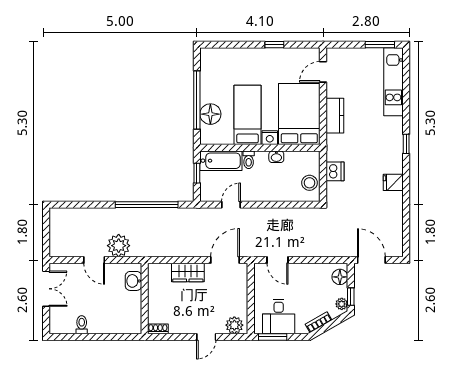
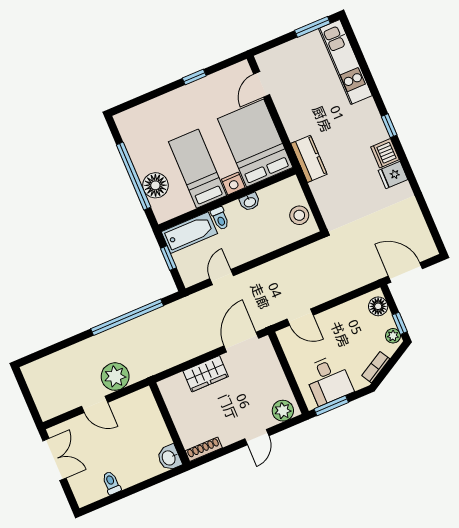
kitchen counter: (335, 116) -> (309, 159), moved
dishwasher: (335, 171) -> (385, 153), moved, turned 180
washbasin: (133, 281) -> (169, 458), moved
shoe rack: (158, 329) -> (204, 449), width x1.43

